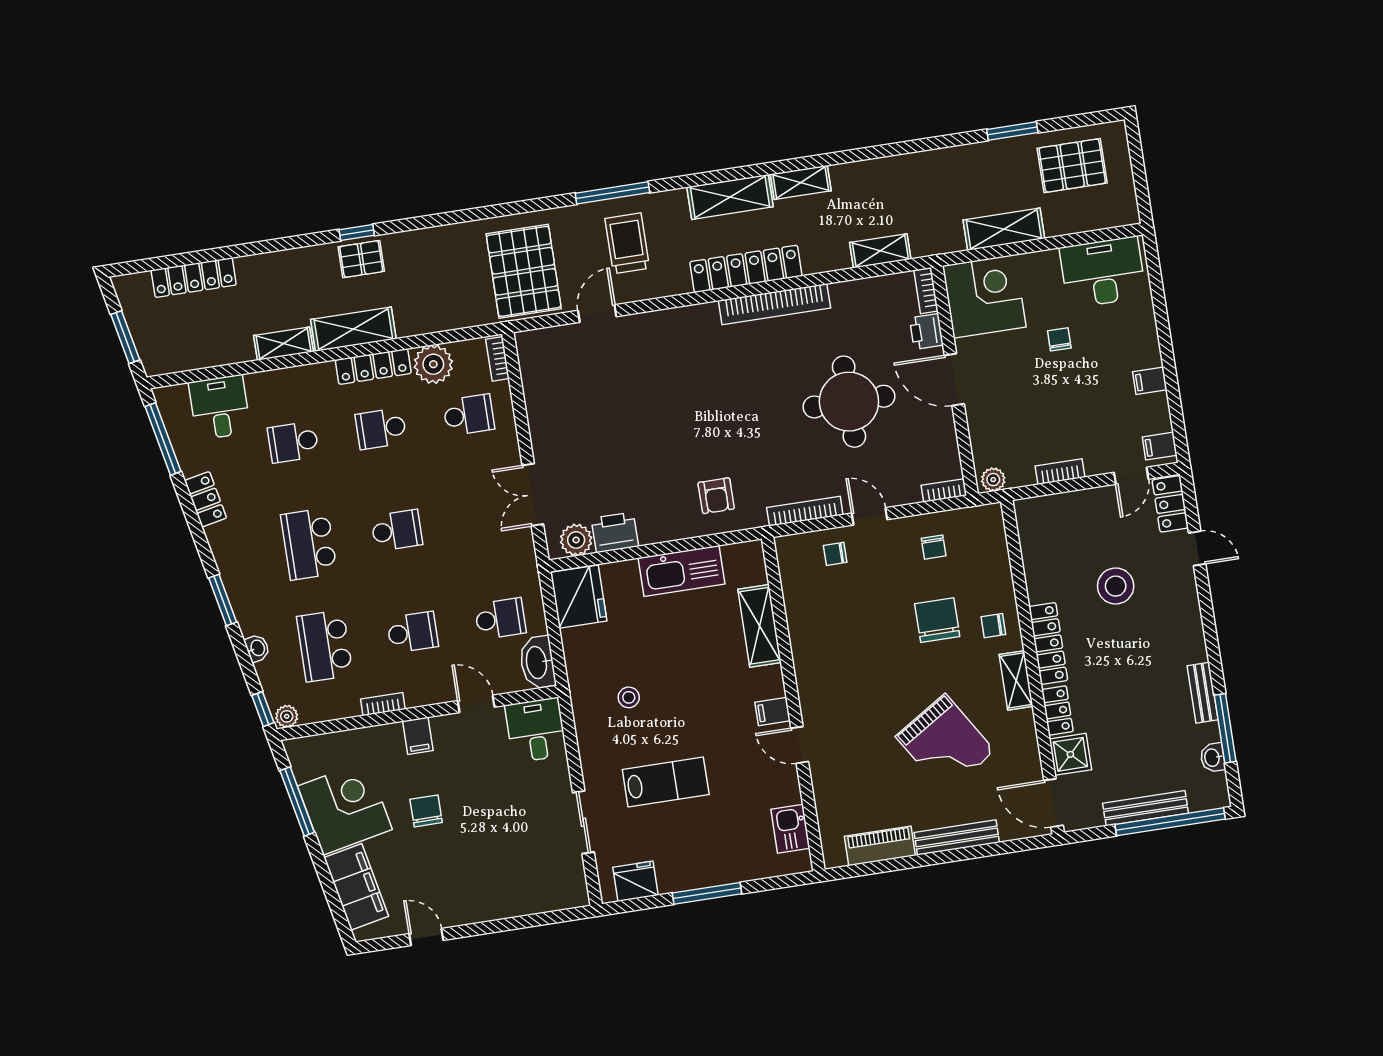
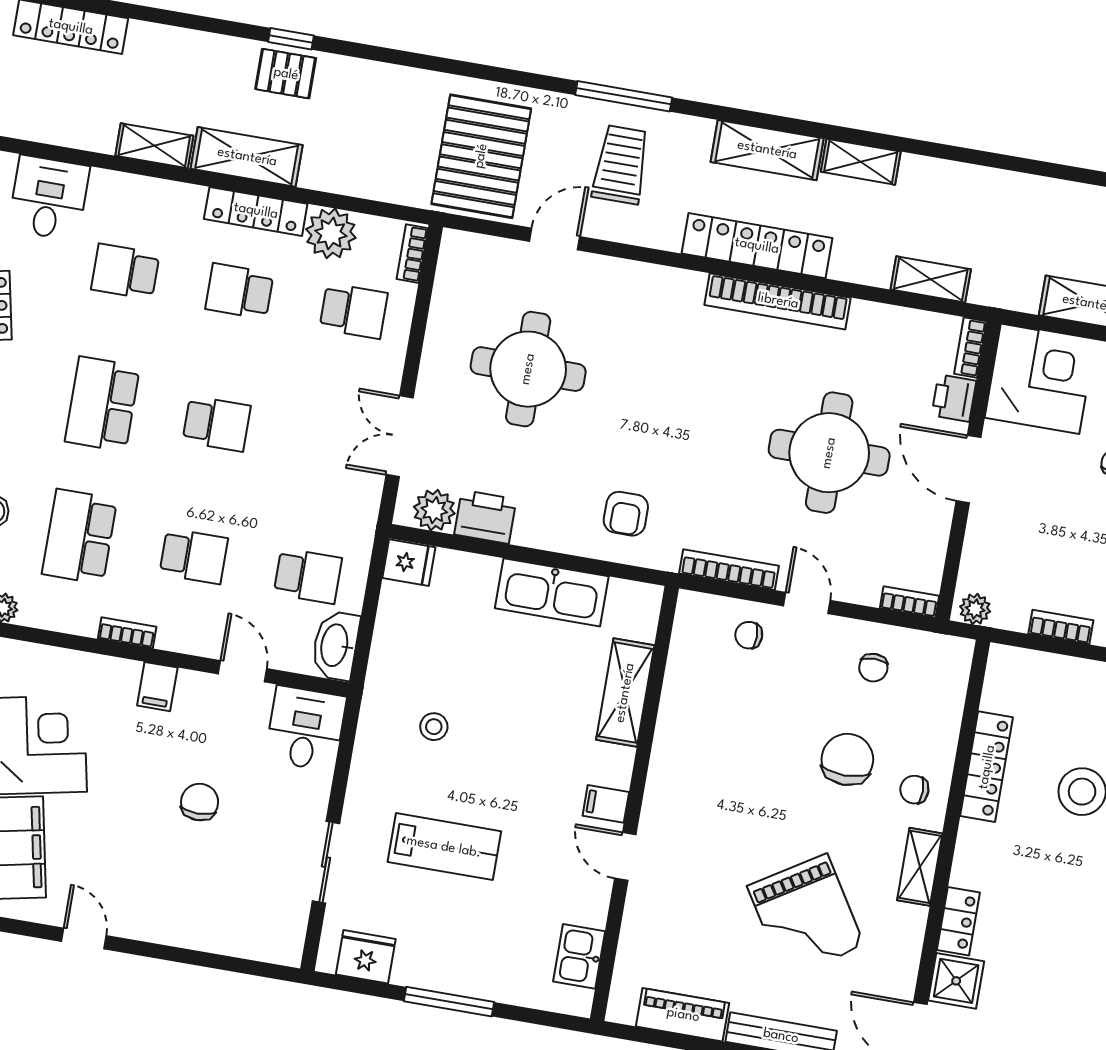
round table: (610, 414) -> (528, 369), added
fridge: (579, 597) -> (409, 563), width x0.53, depth x0.75
locker: (1048, 643) -> (987, 767), moved
chair: (426, 811) -> (200, 802), moved

